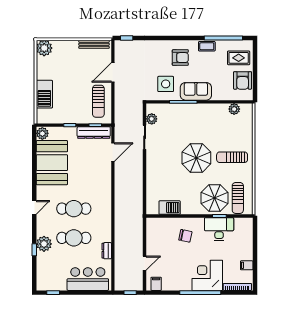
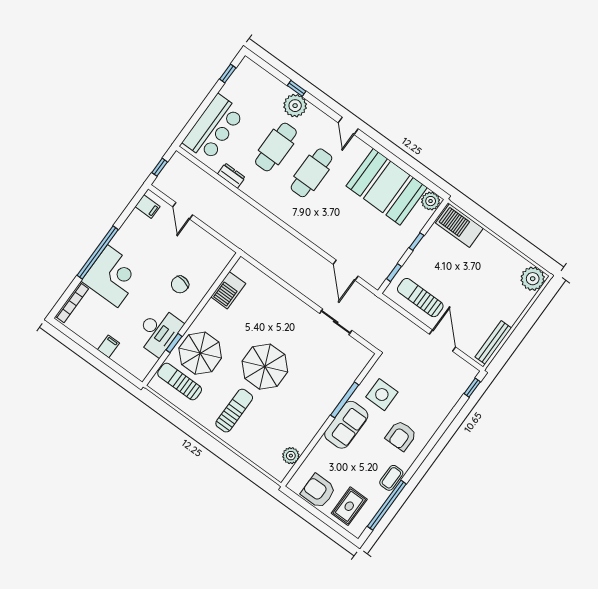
barbecue: (44, 94) -> (459, 226), moved
plant: (152, 119) -> (352, 347), removed
dresser: (94, 133) -> (386, 264), removed
filing cabinet: (247, 265) -> (108, 346), moved

